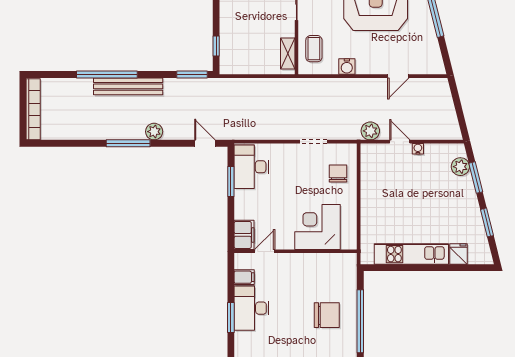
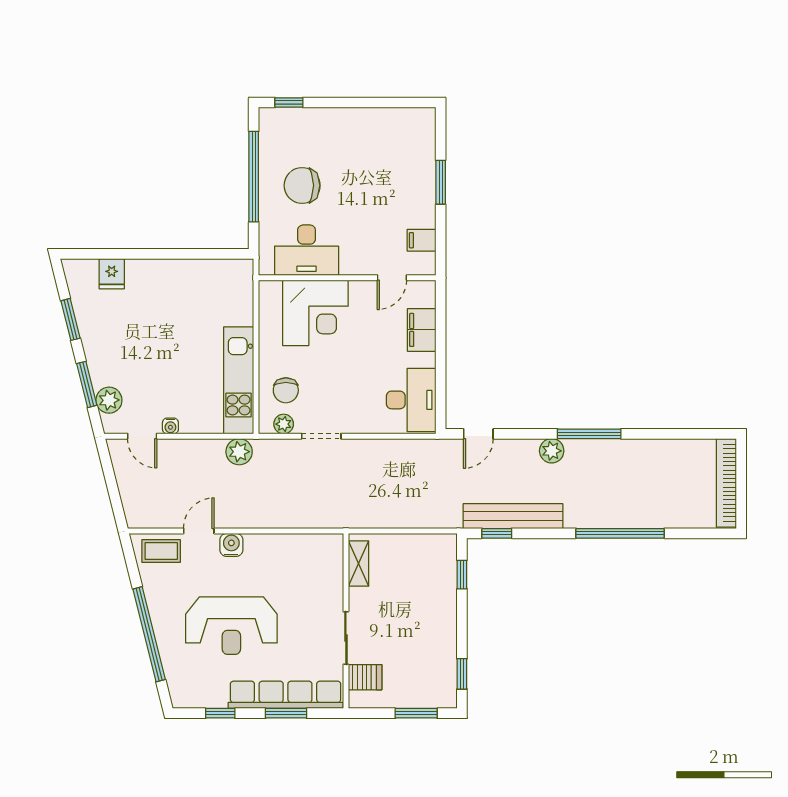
coffee table: (314, 49) -> (161, 551), moved, turned 90
water cooler: (347, 67) -> (231, 545), moved
window: (192, 74) -> (497, 533), width x0.67
bench: (128, 86) -> (513, 516), moved
door: (400, 142) -> (142, 436), moved
door: (205, 143) -> (478, 434), hinge flipped
plant: (340, 150) -> (284, 424), added
window: (231, 182) -> (441, 378), removed
filing cabinet: (244, 235) -> (422, 330), moved
kitchen unit: (411, 254) -> (239, 380), moved, turned 90
desk: (252, 308) -> (307, 250), moved, turned 90

